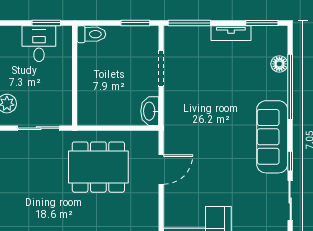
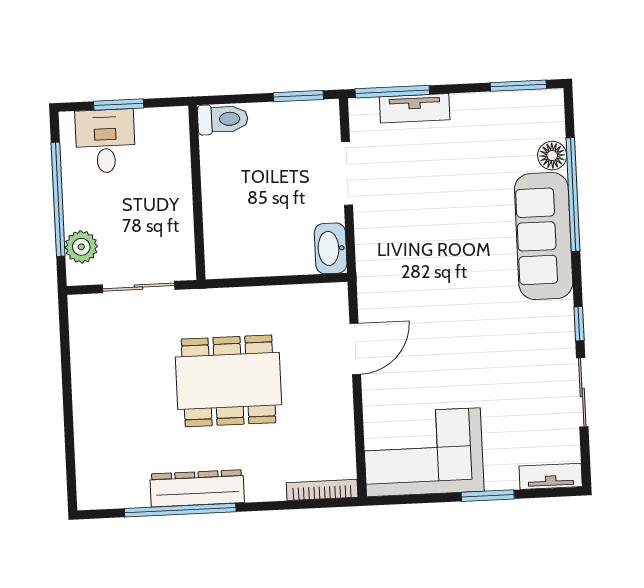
window: (46, 23) -> (119, 105), moved
tv unit: (231, 33) -> (415, 108), moved
desk: (39, 44) -> (105, 141), moved
sofa: (272, 137) -> (544, 236), moved
dining table: (98, 167) -> (228, 381), moved

